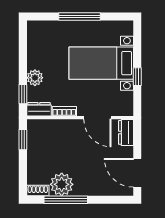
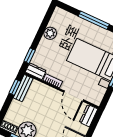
plant: (35, 78) -> (50, 33), moved
bench: (33, 136) -> (23, 88), added

